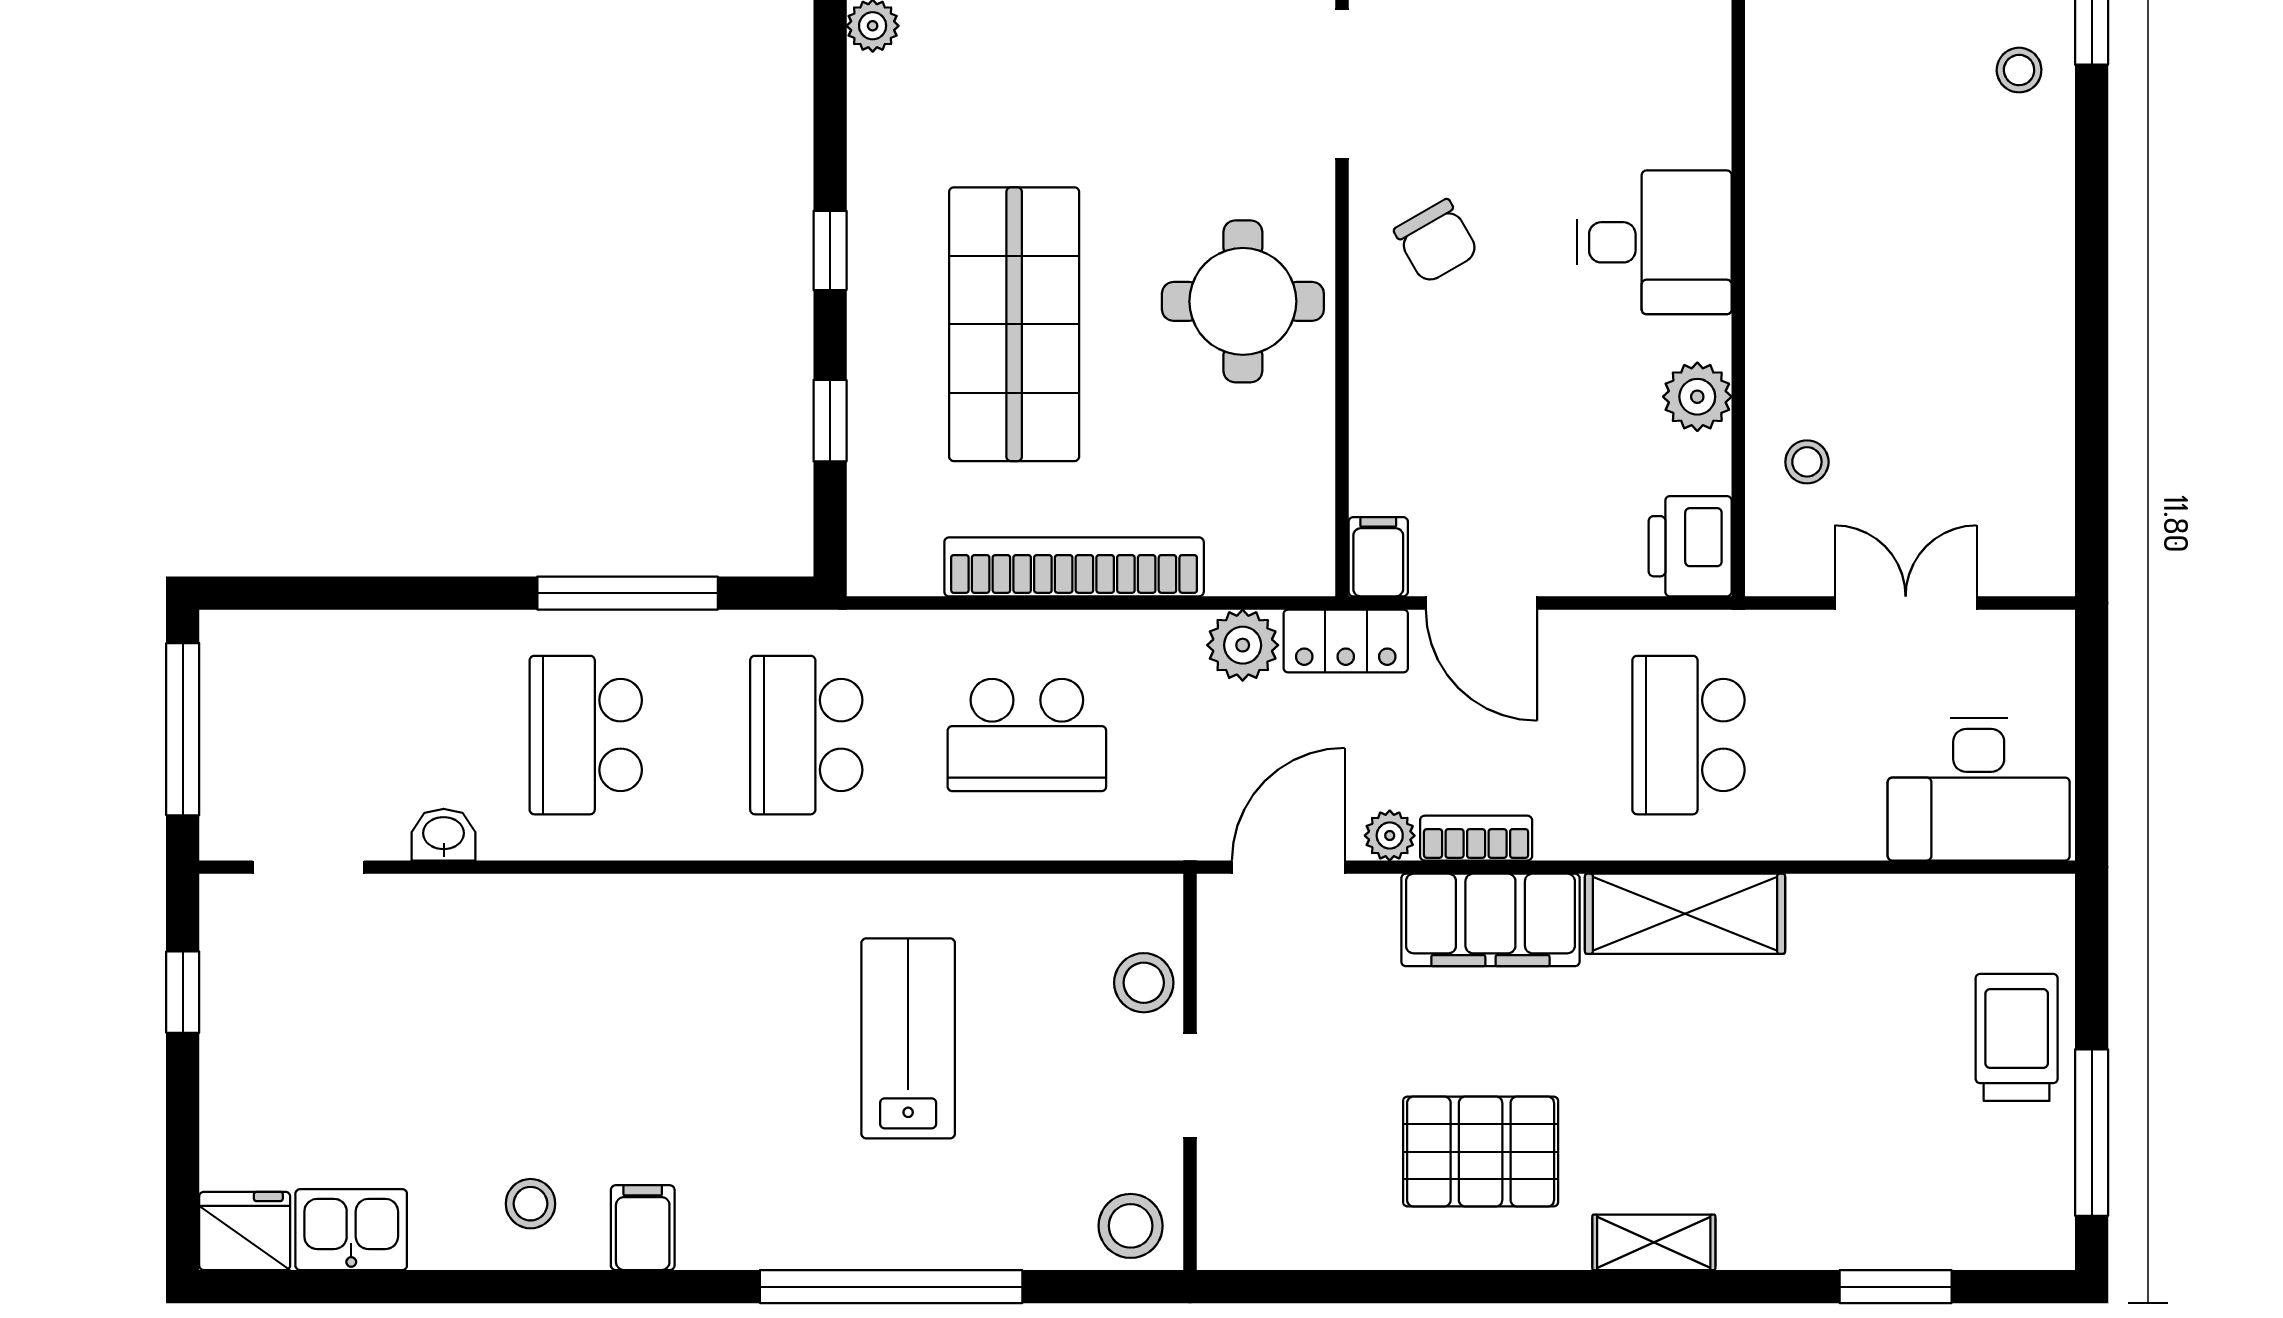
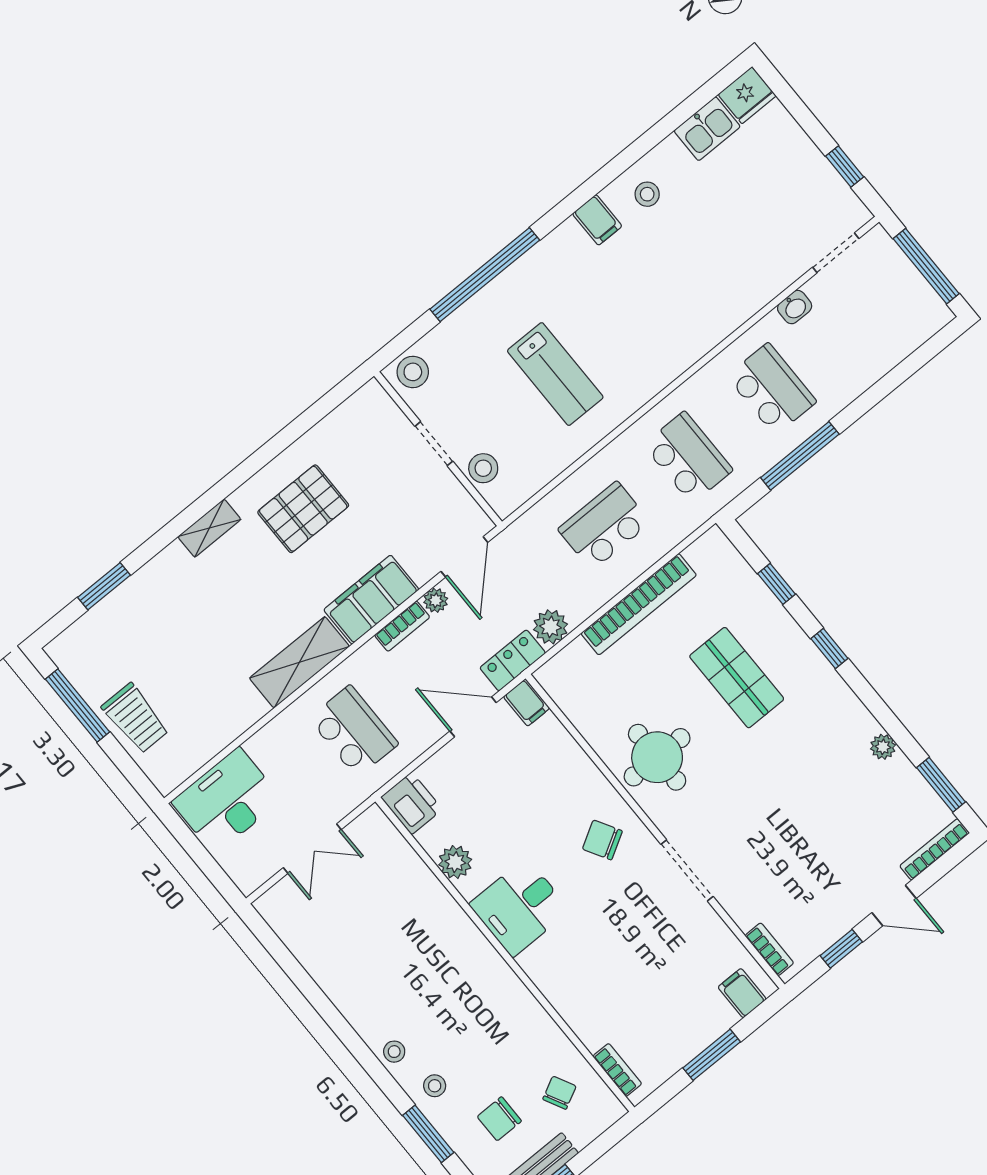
shop shelf: (1014, 324) -> (737, 678), width x0.70, depth x0.74
stool: (1807, 462) -> (394, 1052), moved

